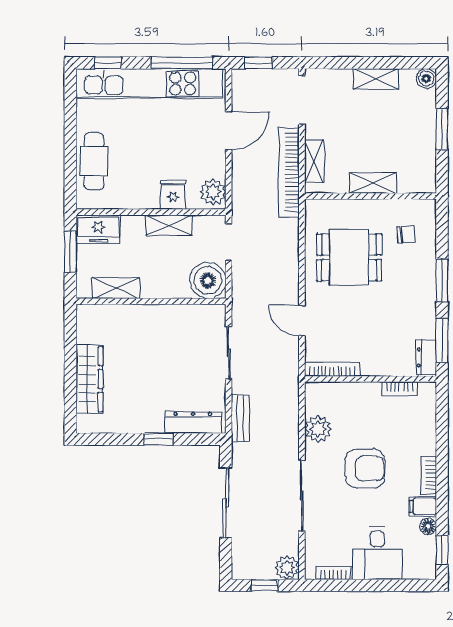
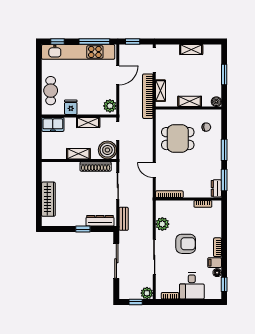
boiler: (426, 78) -> (216, 102), moved
fridge: (173, 195) -> (71, 107), moved
window: (70, 251) -> (39, 136), removed
shelving: (116, 288) -> (78, 154), moved
shoe rack: (184, 314) -> (96, 167), added

